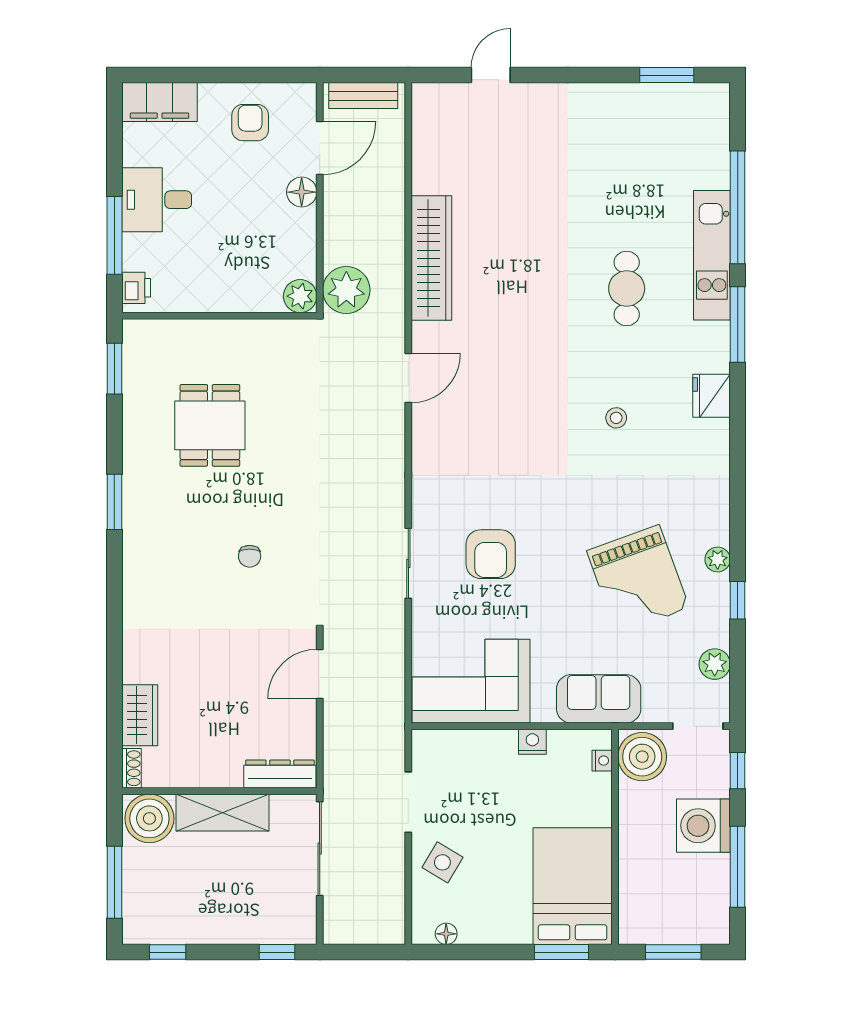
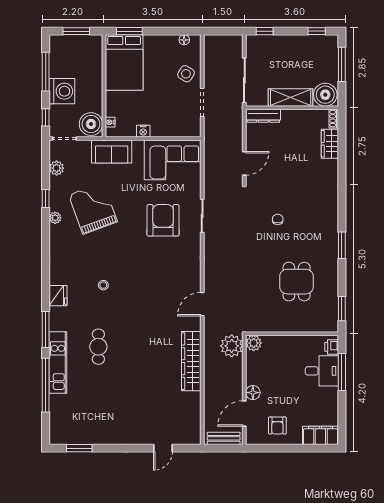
desk: (157, 200) -> (322, 371), moved
armchair: (491, 554) -> (163, 220), width x1.36, depth x1.36

